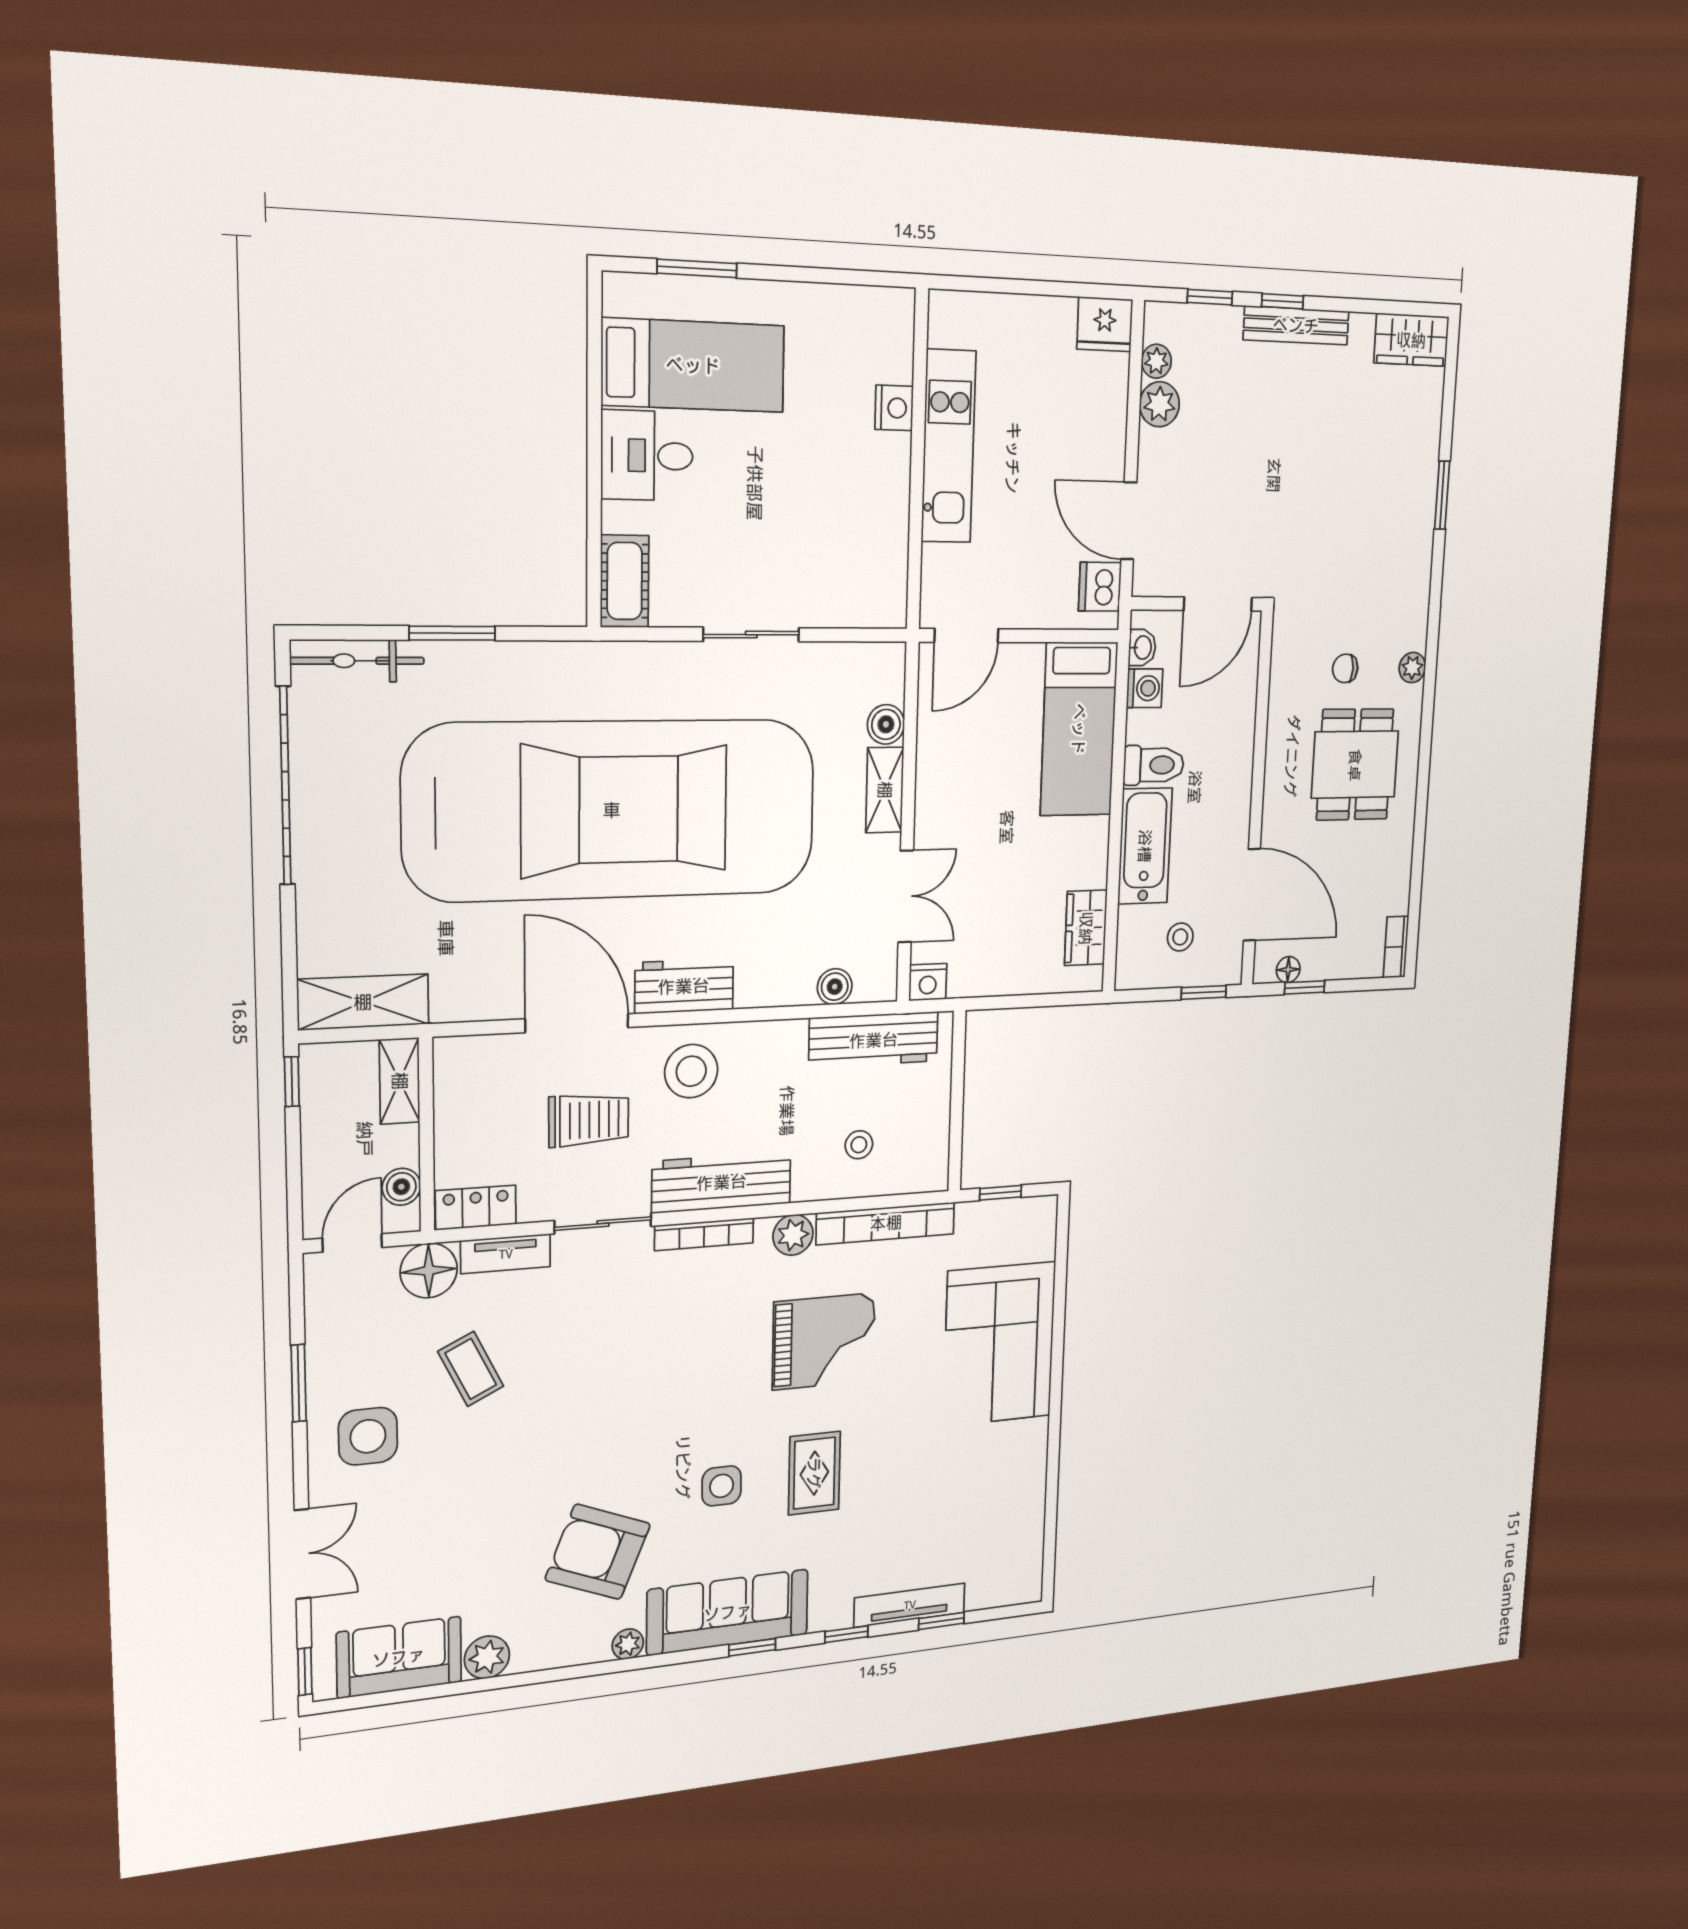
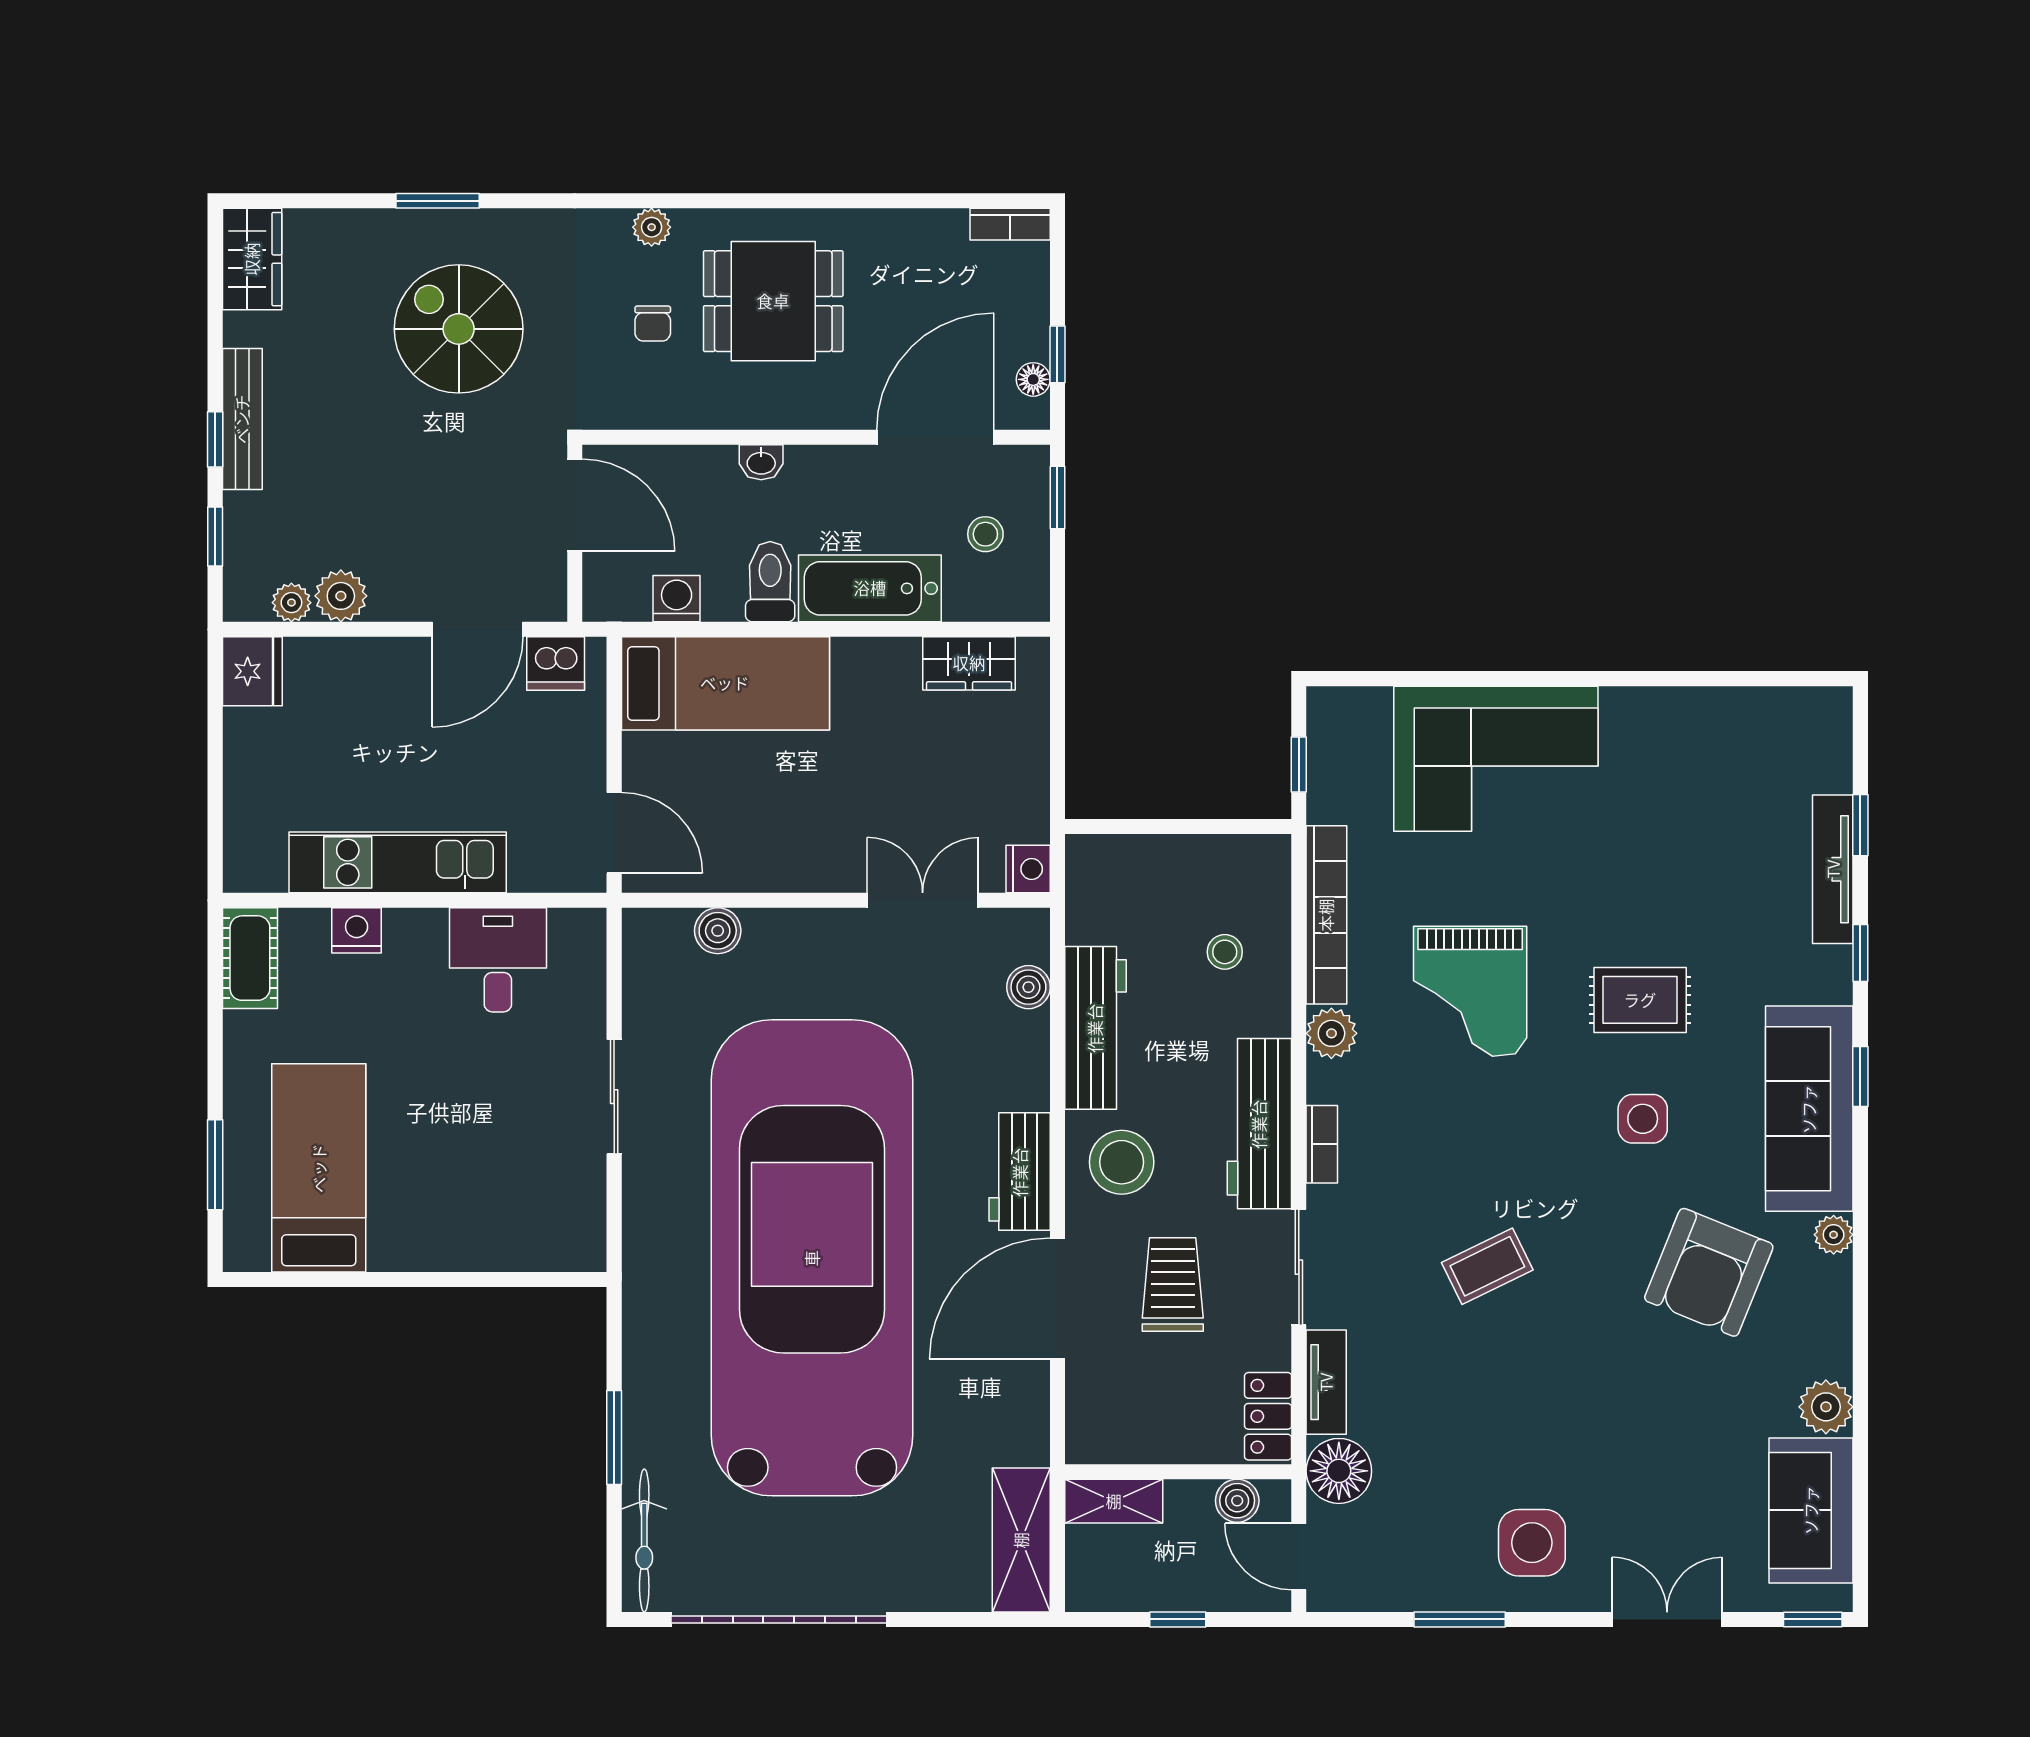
desk: (647, 456) -> (498, 960), moved, turned 180
spiral stairs: (1351, 510) -> (459, 329), added
cot: (625, 581) -> (250, 958), moved, turned 90
washbasin: (1142, 648) -> (761, 462), moved, turned 180
shelving: (885, 790) -> (795, 930), removed
workbench: (874, 1040) -> (1095, 1028), moved
window: (292, 1082) -> (1178, 1619), moved
bookcase: (704, 1234) -> (1322, 1144), width x0.64
grand piano: (824, 1341) -> (1470, 991), turned 180
coffee table: (471, 1369) -> (1487, 1266), moved

